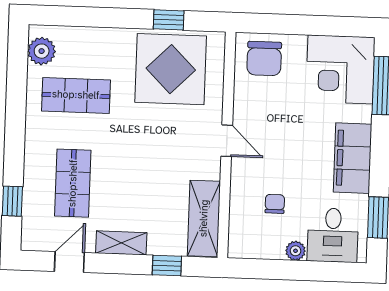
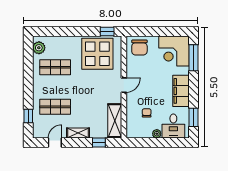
window: (169, 20) -> (107, 32), moved
door: (227, 141) -> (124, 85), hinge flipped
shop shelf: (73, 183) -> (55, 107), turned 90

